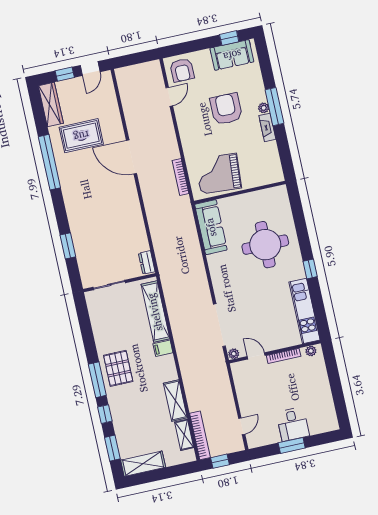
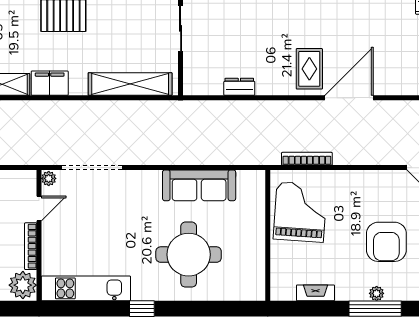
armchair: (226, 109) -> (386, 242), turned 90
fireplace: (267, 127) -> (315, 293), moved
rug: (81, 136) -> (309, 69), moved, width x0.73, depth x0.70
sofa: (211, 227) -> (199, 185), moved
dresser: (147, 262) -> (239, 87), moved
filing cabinet: (163, 348) -> (50, 83), moved, width x2.00
plant: (311, 351) -> (23, 285), width x1.88, depth x1.88

